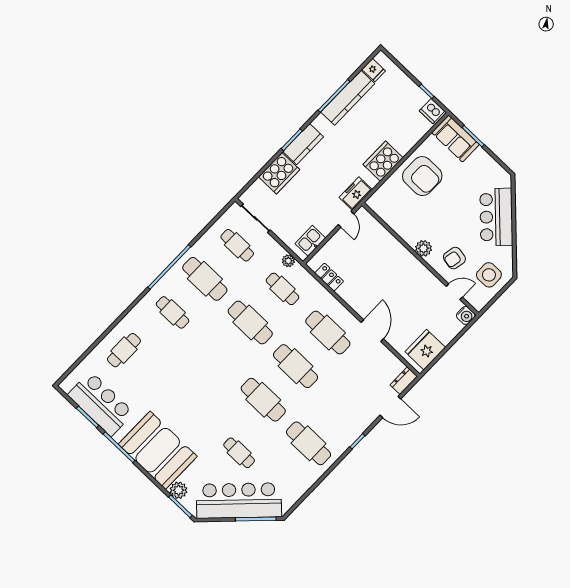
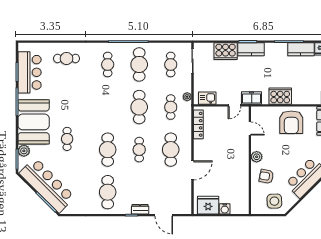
kitchen counter: (348, 98) -> (301, 49), width x0.67
locker: (329, 277) -> (198, 124), width x1.53
door: (454, 292) -> (250, 129), moved
water cooler: (466, 315) -> (225, 209), moved
cafe table: (296, 366) -> (139, 150), width x0.73, depth x0.74
dresser: (404, 381) -> (140, 209), moved
cafe table: (239, 453) -> (67, 139), moved

